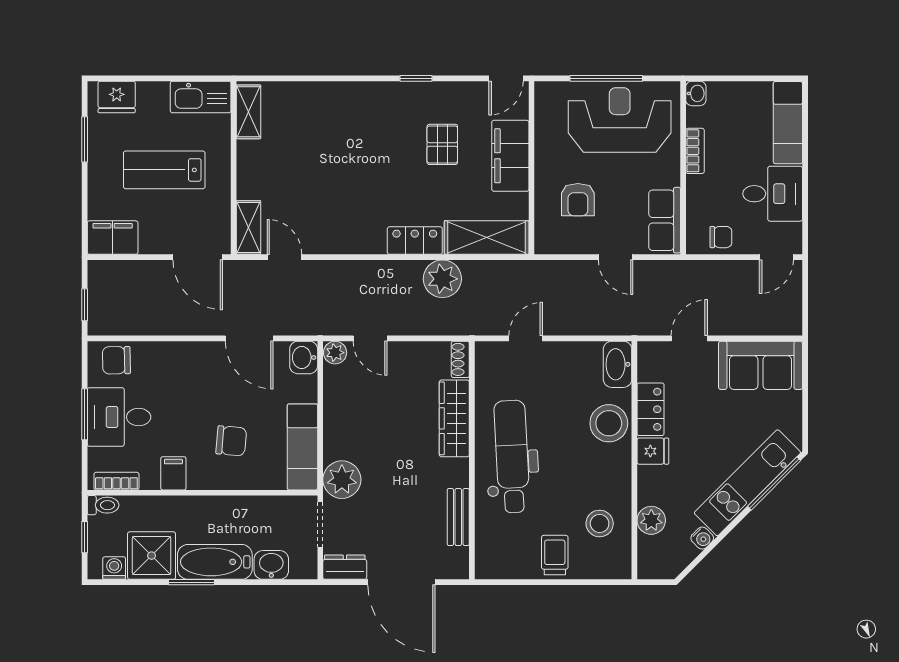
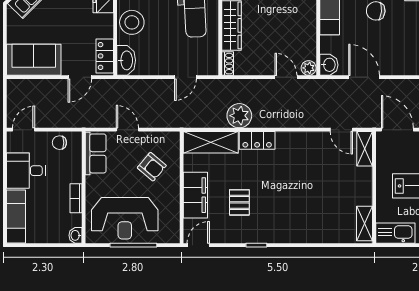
armchair: (578, 200) -> (152, 167), turned 130
locker: (651, 409) -> (105, 56), moved

